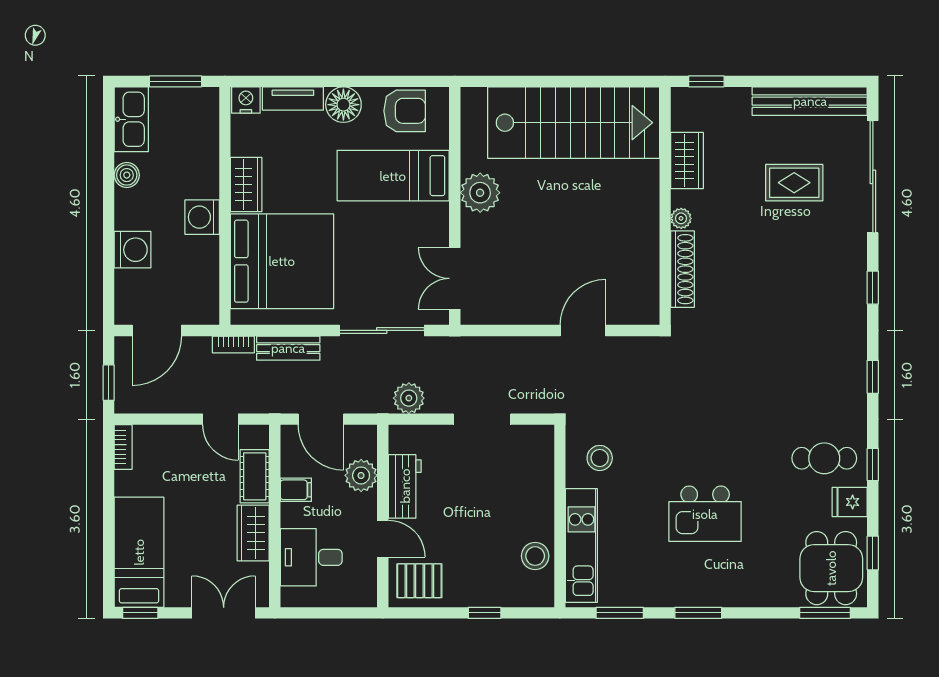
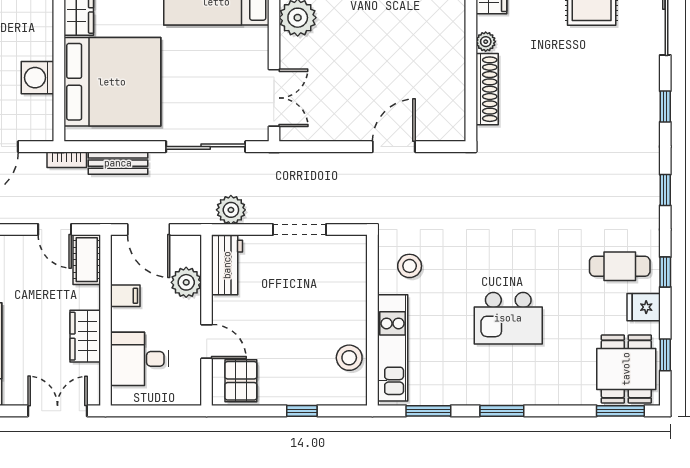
washing machine: (202, 217) -> (38, 78), moved
double door: (455, 278) -> (274, 98), swing flipped
cot: (255, 476) -> (87, 260), moved
workbench: (405, 486) -> (227, 265), moved
pallet: (419, 581) -> (241, 381), turned 90

